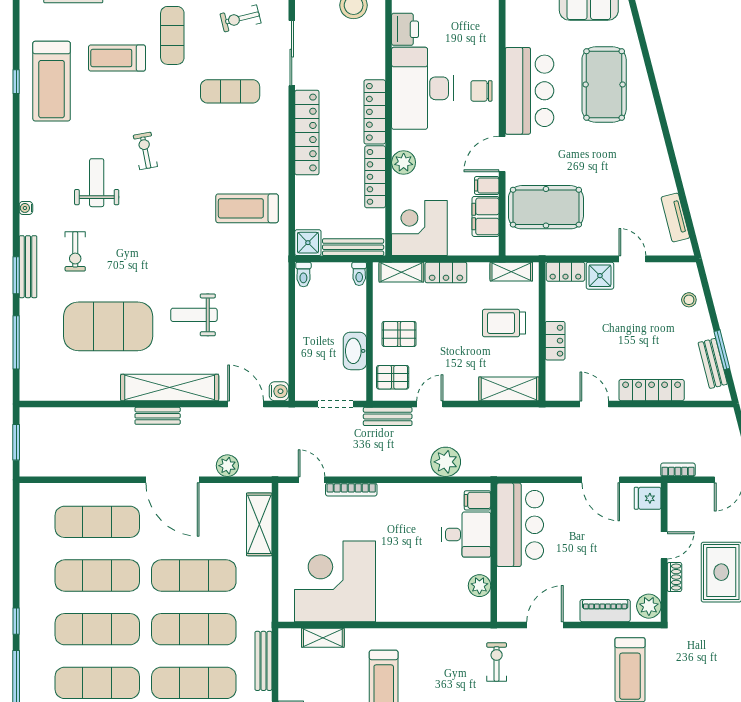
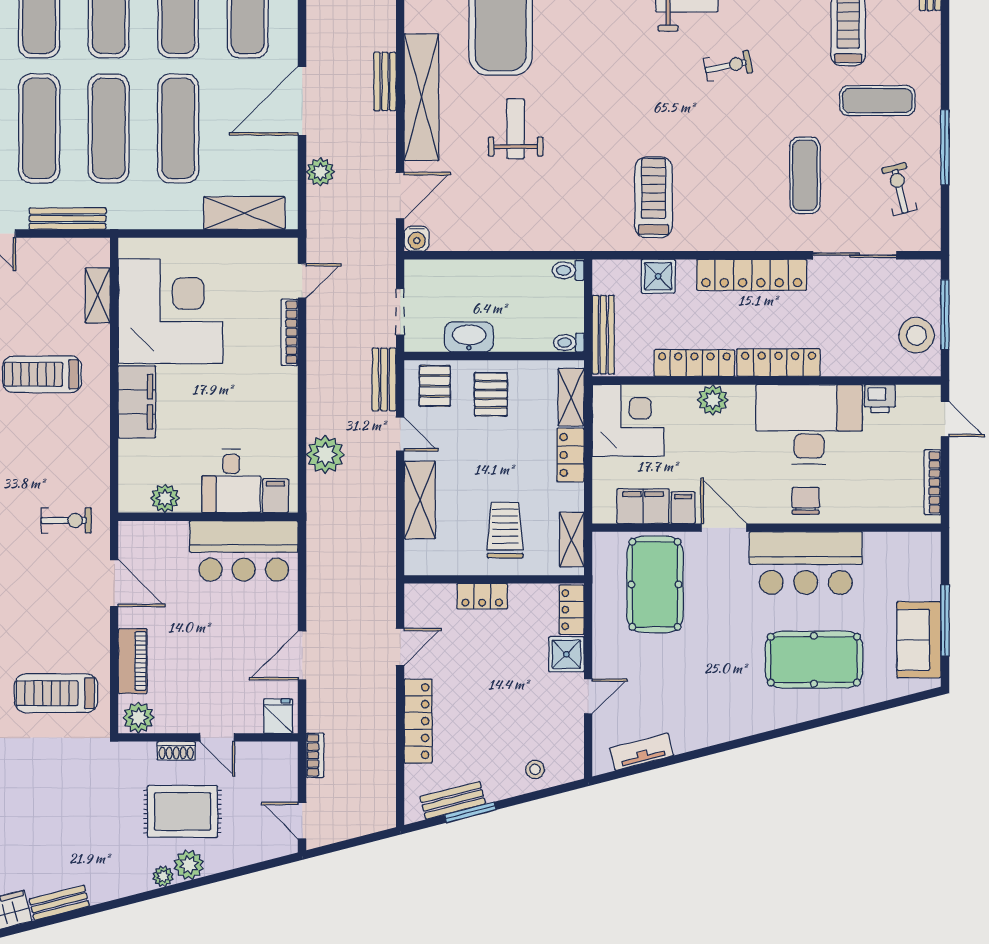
printer: (405, 29) -> (880, 399), width x0.73, depth x0.81
shower: (308, 243) -> (658, 276), moved
shelving: (509, 389) -> (420, 500), moved
filing cabinet: (405, 607) -> (137, 402), added

